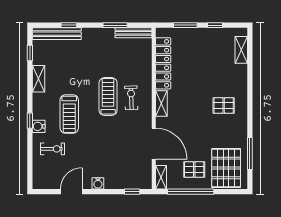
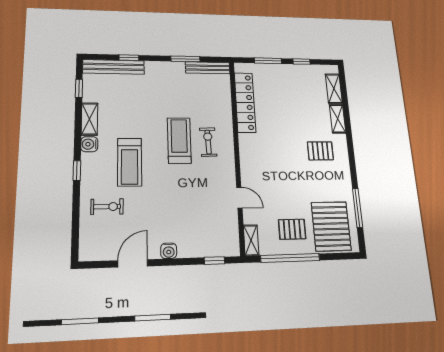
shelving: (161, 104) -> (338, 119), moved
water cooler: (39, 126) -> (89, 144), moved
door: (154, 144) -> (239, 198), width x0.53

